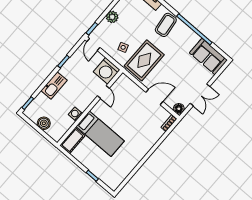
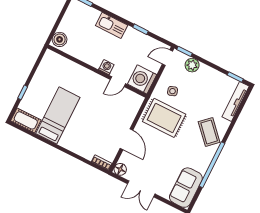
plant: (112, 17) -> (192, 65), moved
coffee table: (166, 25) -> (209, 132), turned 54
washing machine: (75, 114) -> (106, 67), moved
boiler: (44, 123) -> (60, 39), moved
bed: (100, 134) -> (58, 115), moved, turned 180
cot: (72, 140) -> (26, 120), moved

